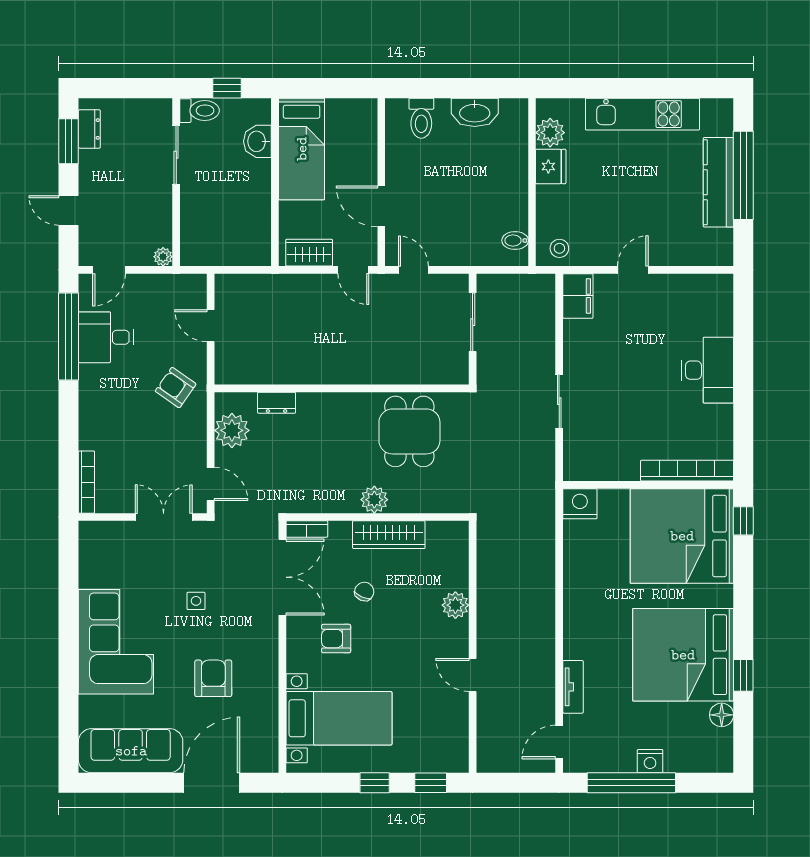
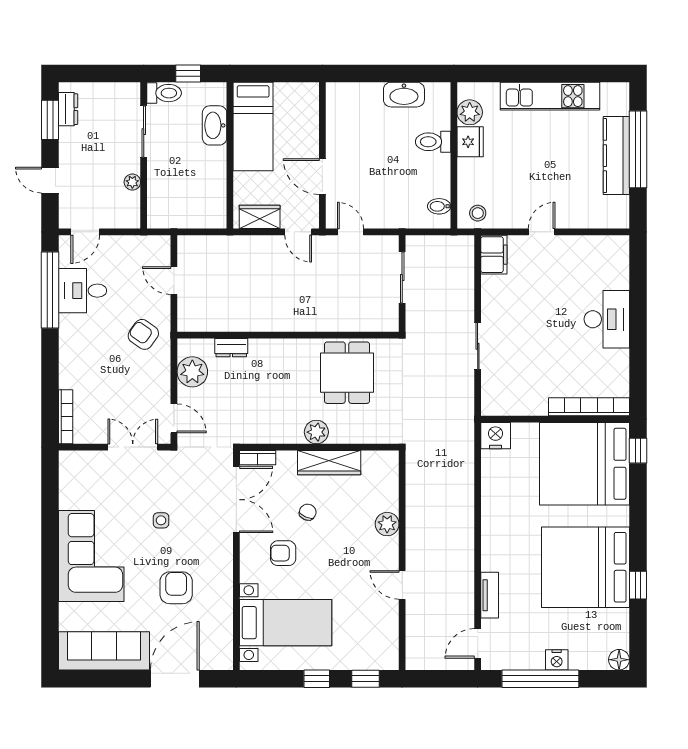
toilet: (421, 118) -> (433, 142), moved, turned 90
washbasin: (257, 141) -> (215, 125), width x1.38
plant: (163, 257) -> (132, 182), moved
floor lamp: (722, 715) -> (619, 660), moved

